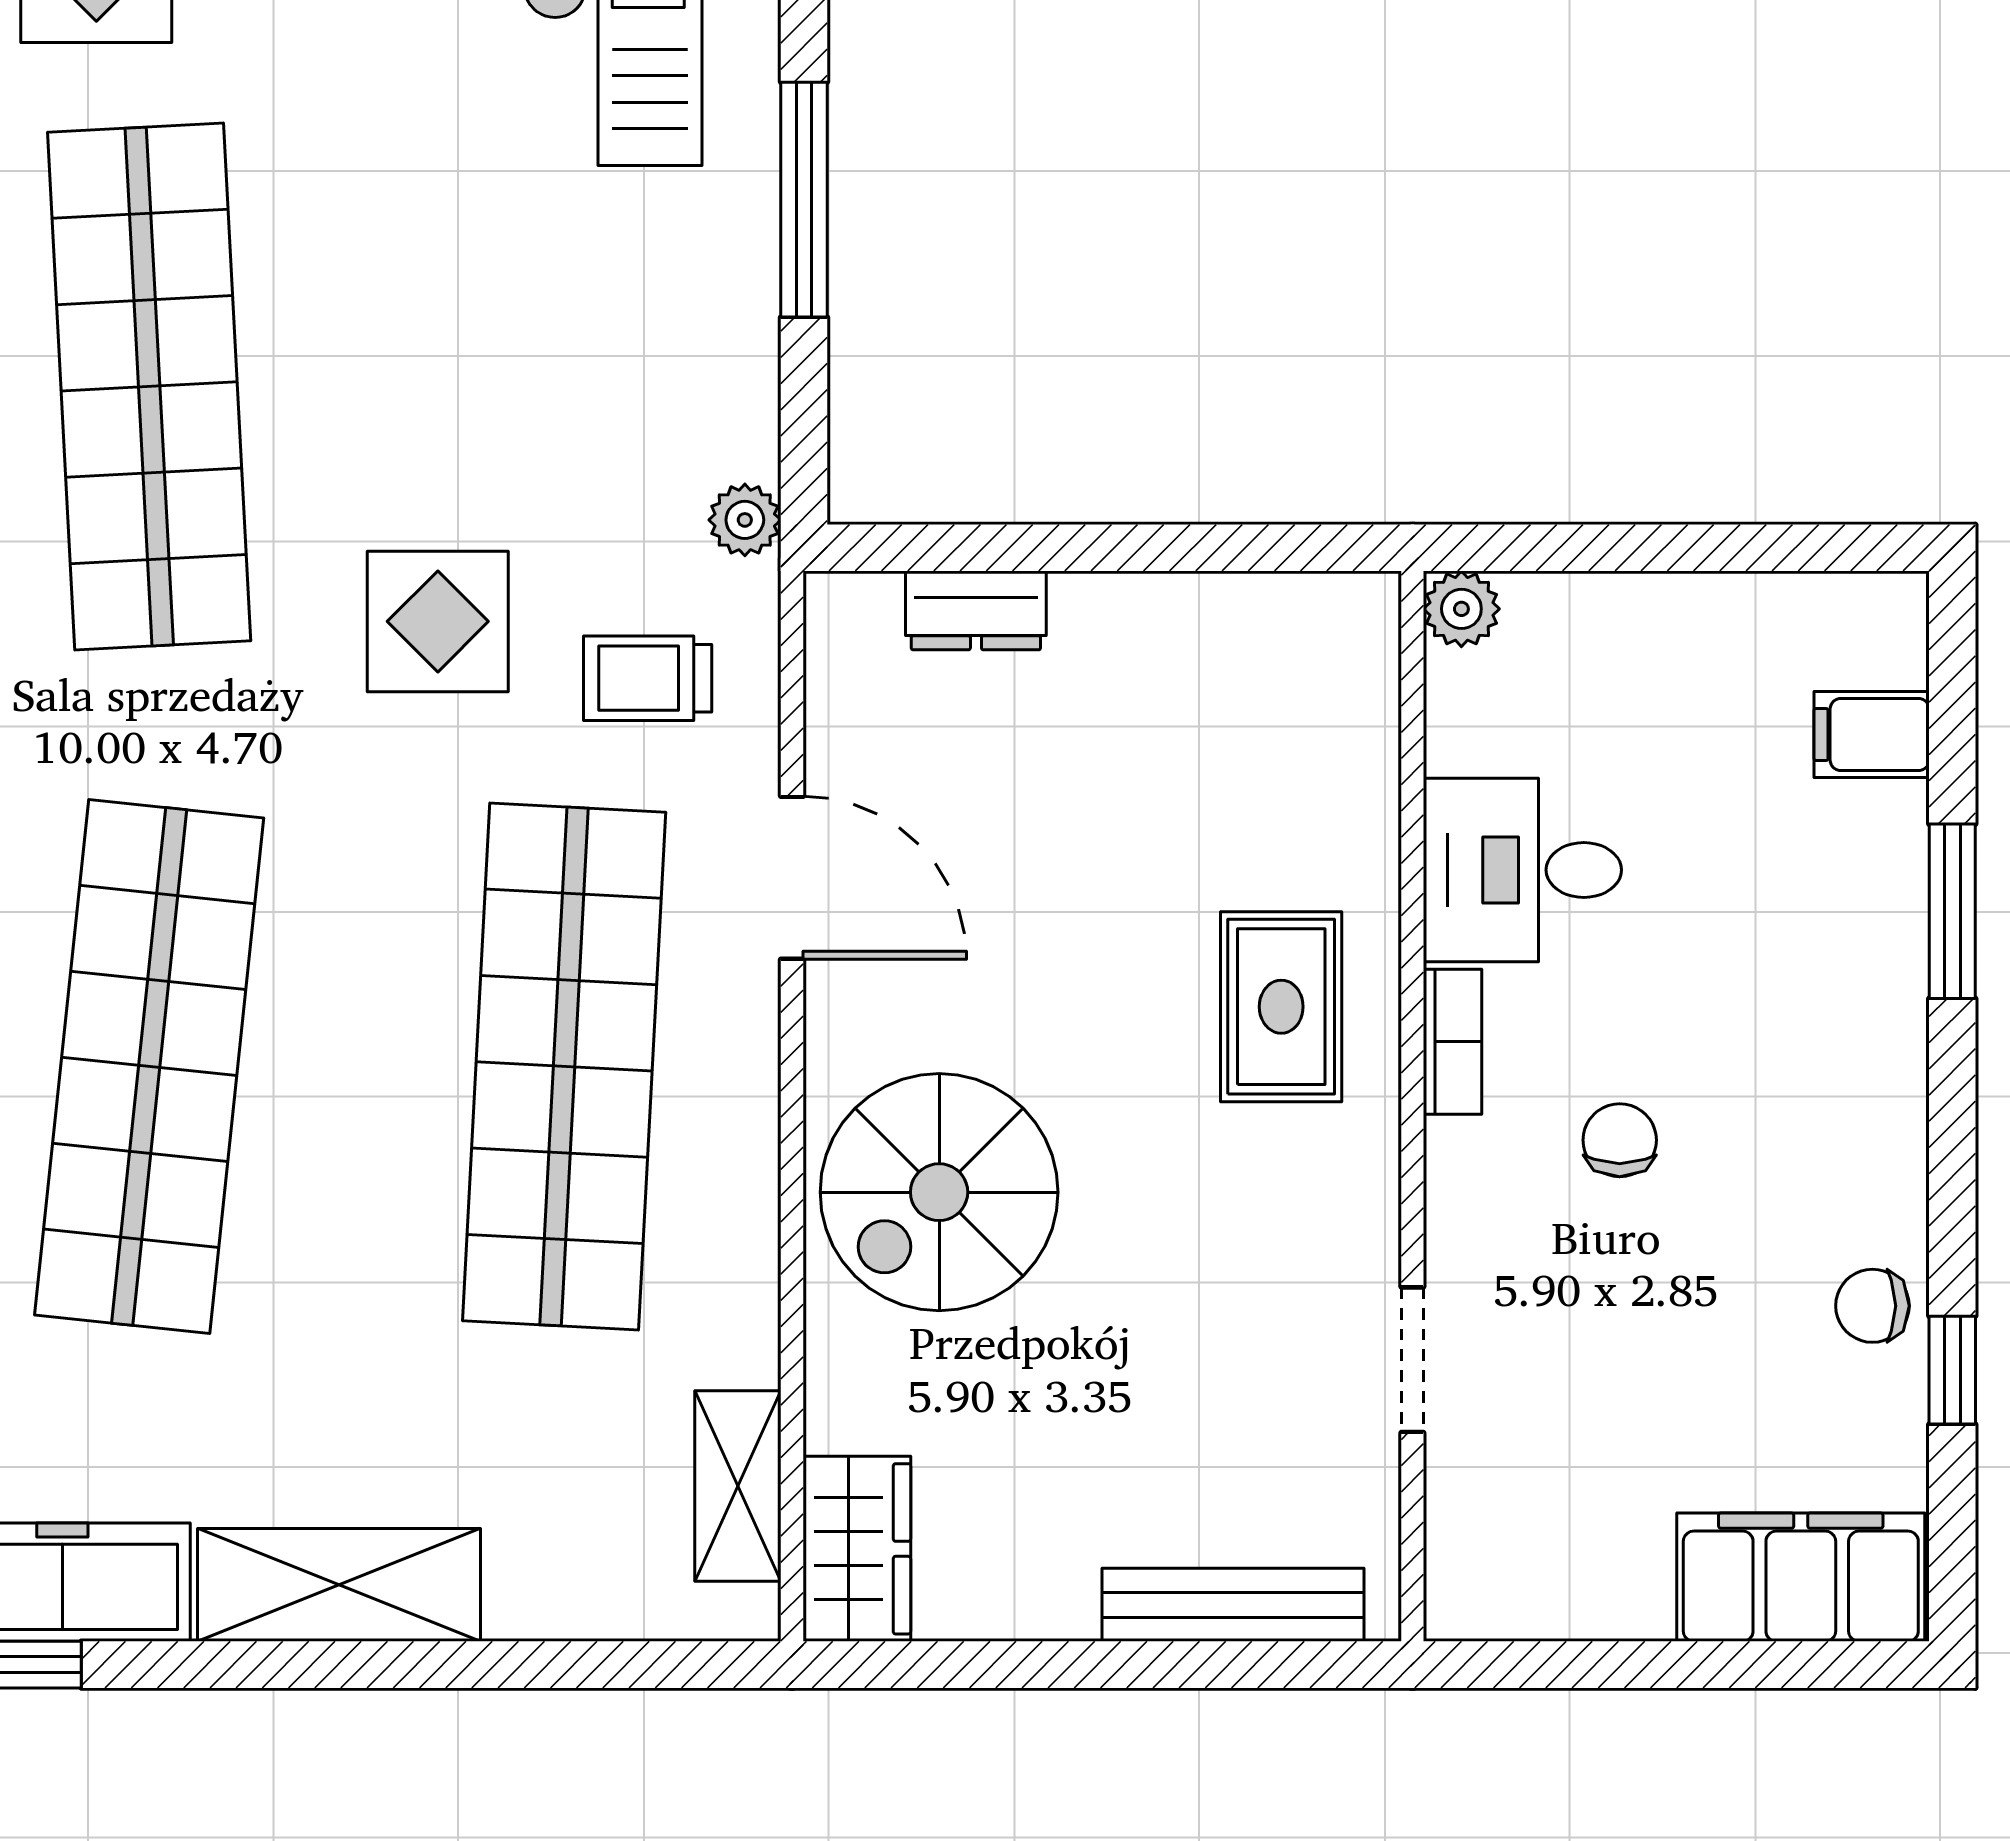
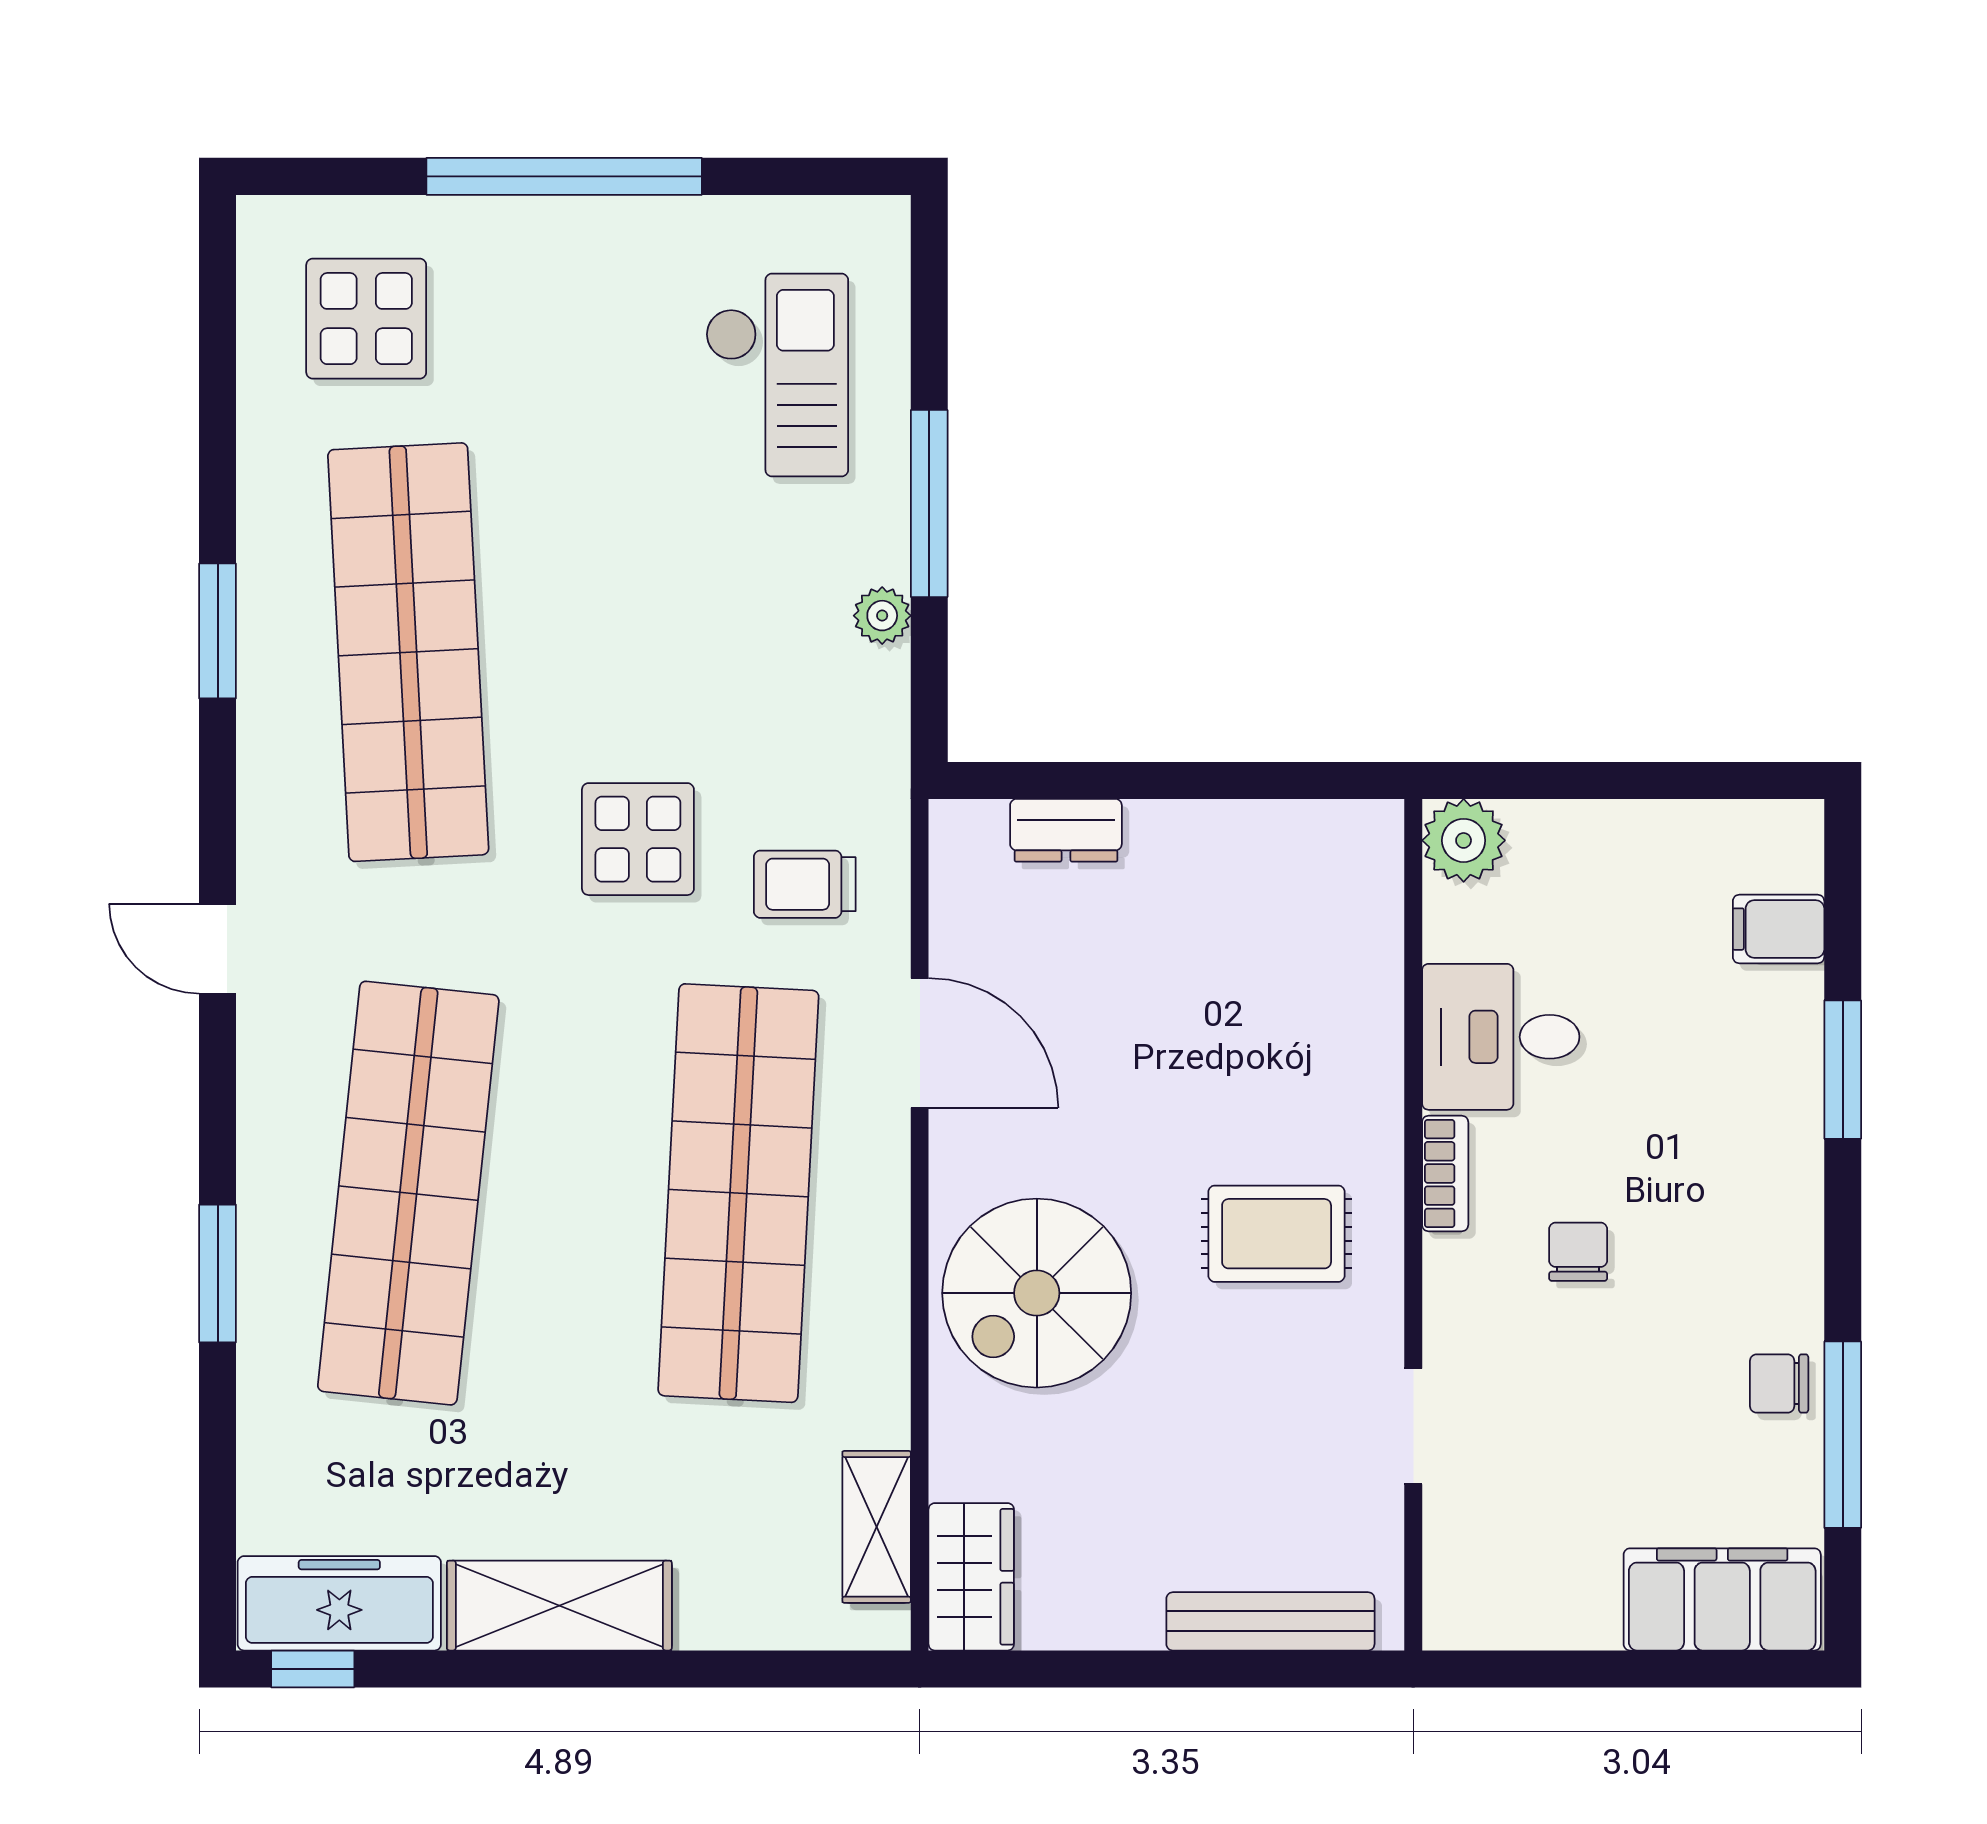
plant: (745, 520) -> (882, 616), moved
plant: (1461, 609) -> (1464, 840), width x1.38, depth x1.38
rug: (1281, 1007) -> (1277, 1234), moved, turned 90
window: (1952, 1370) -> (1843, 1435), width x2.17

